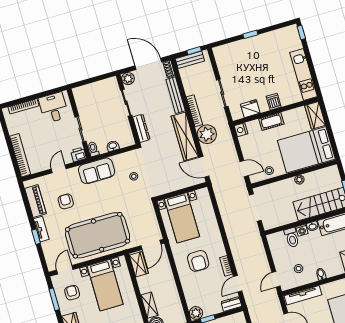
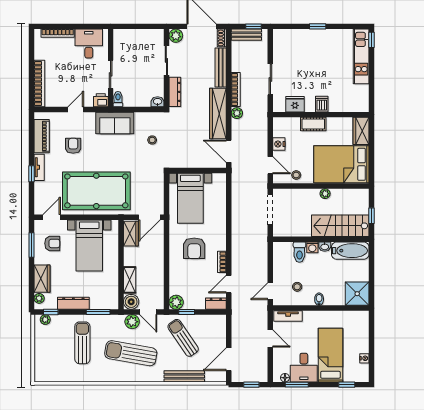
kitchen unit: (304, 75) -> (361, 56), moved
nightstand: (241, 130) -> (279, 144), moved
plant: (207, 134) -> (237, 113), width x0.53, depth x0.53
washbasin: (113, 146) -> (158, 102), moved
armchair: (72, 293) -> (52, 243), turned 90
tv unit: (303, 295) -> (288, 316), width x0.71

